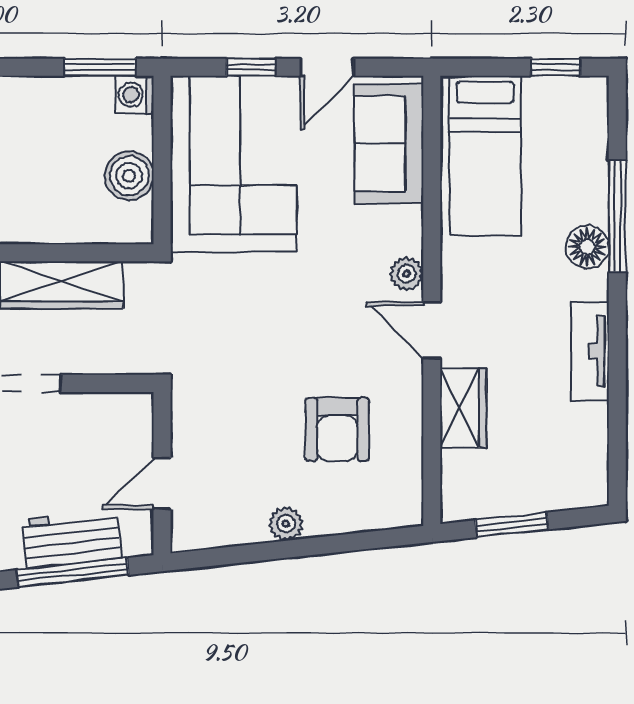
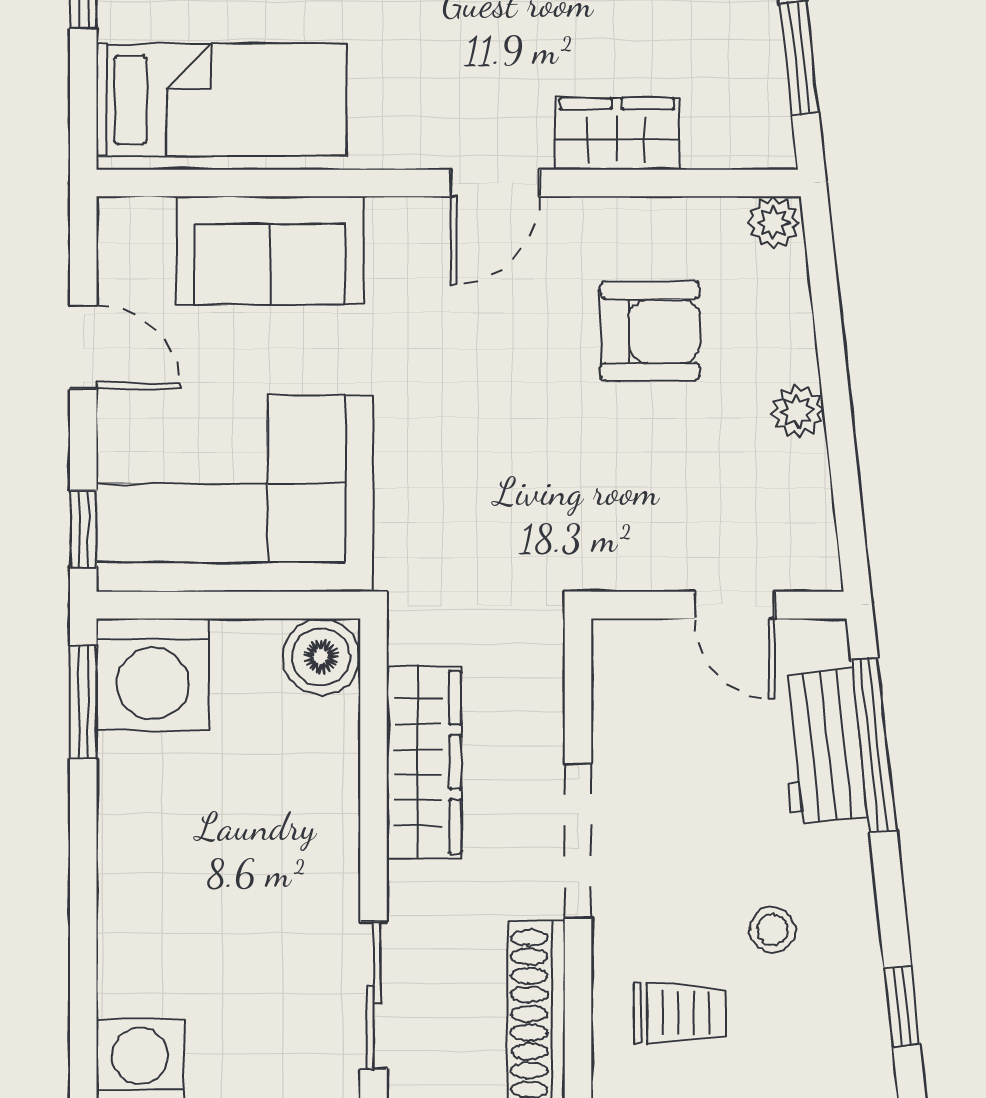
window: (251, 67) -> (83, 529), moved
washing machine: (135, 95) -> (153, 675), width x1.89, depth x1.89
sofa: (389, 144) -> (270, 250), moved
boiler: (129, 176) -> (321, 657), moved
plant: (407, 274) -> (773, 223), moved

